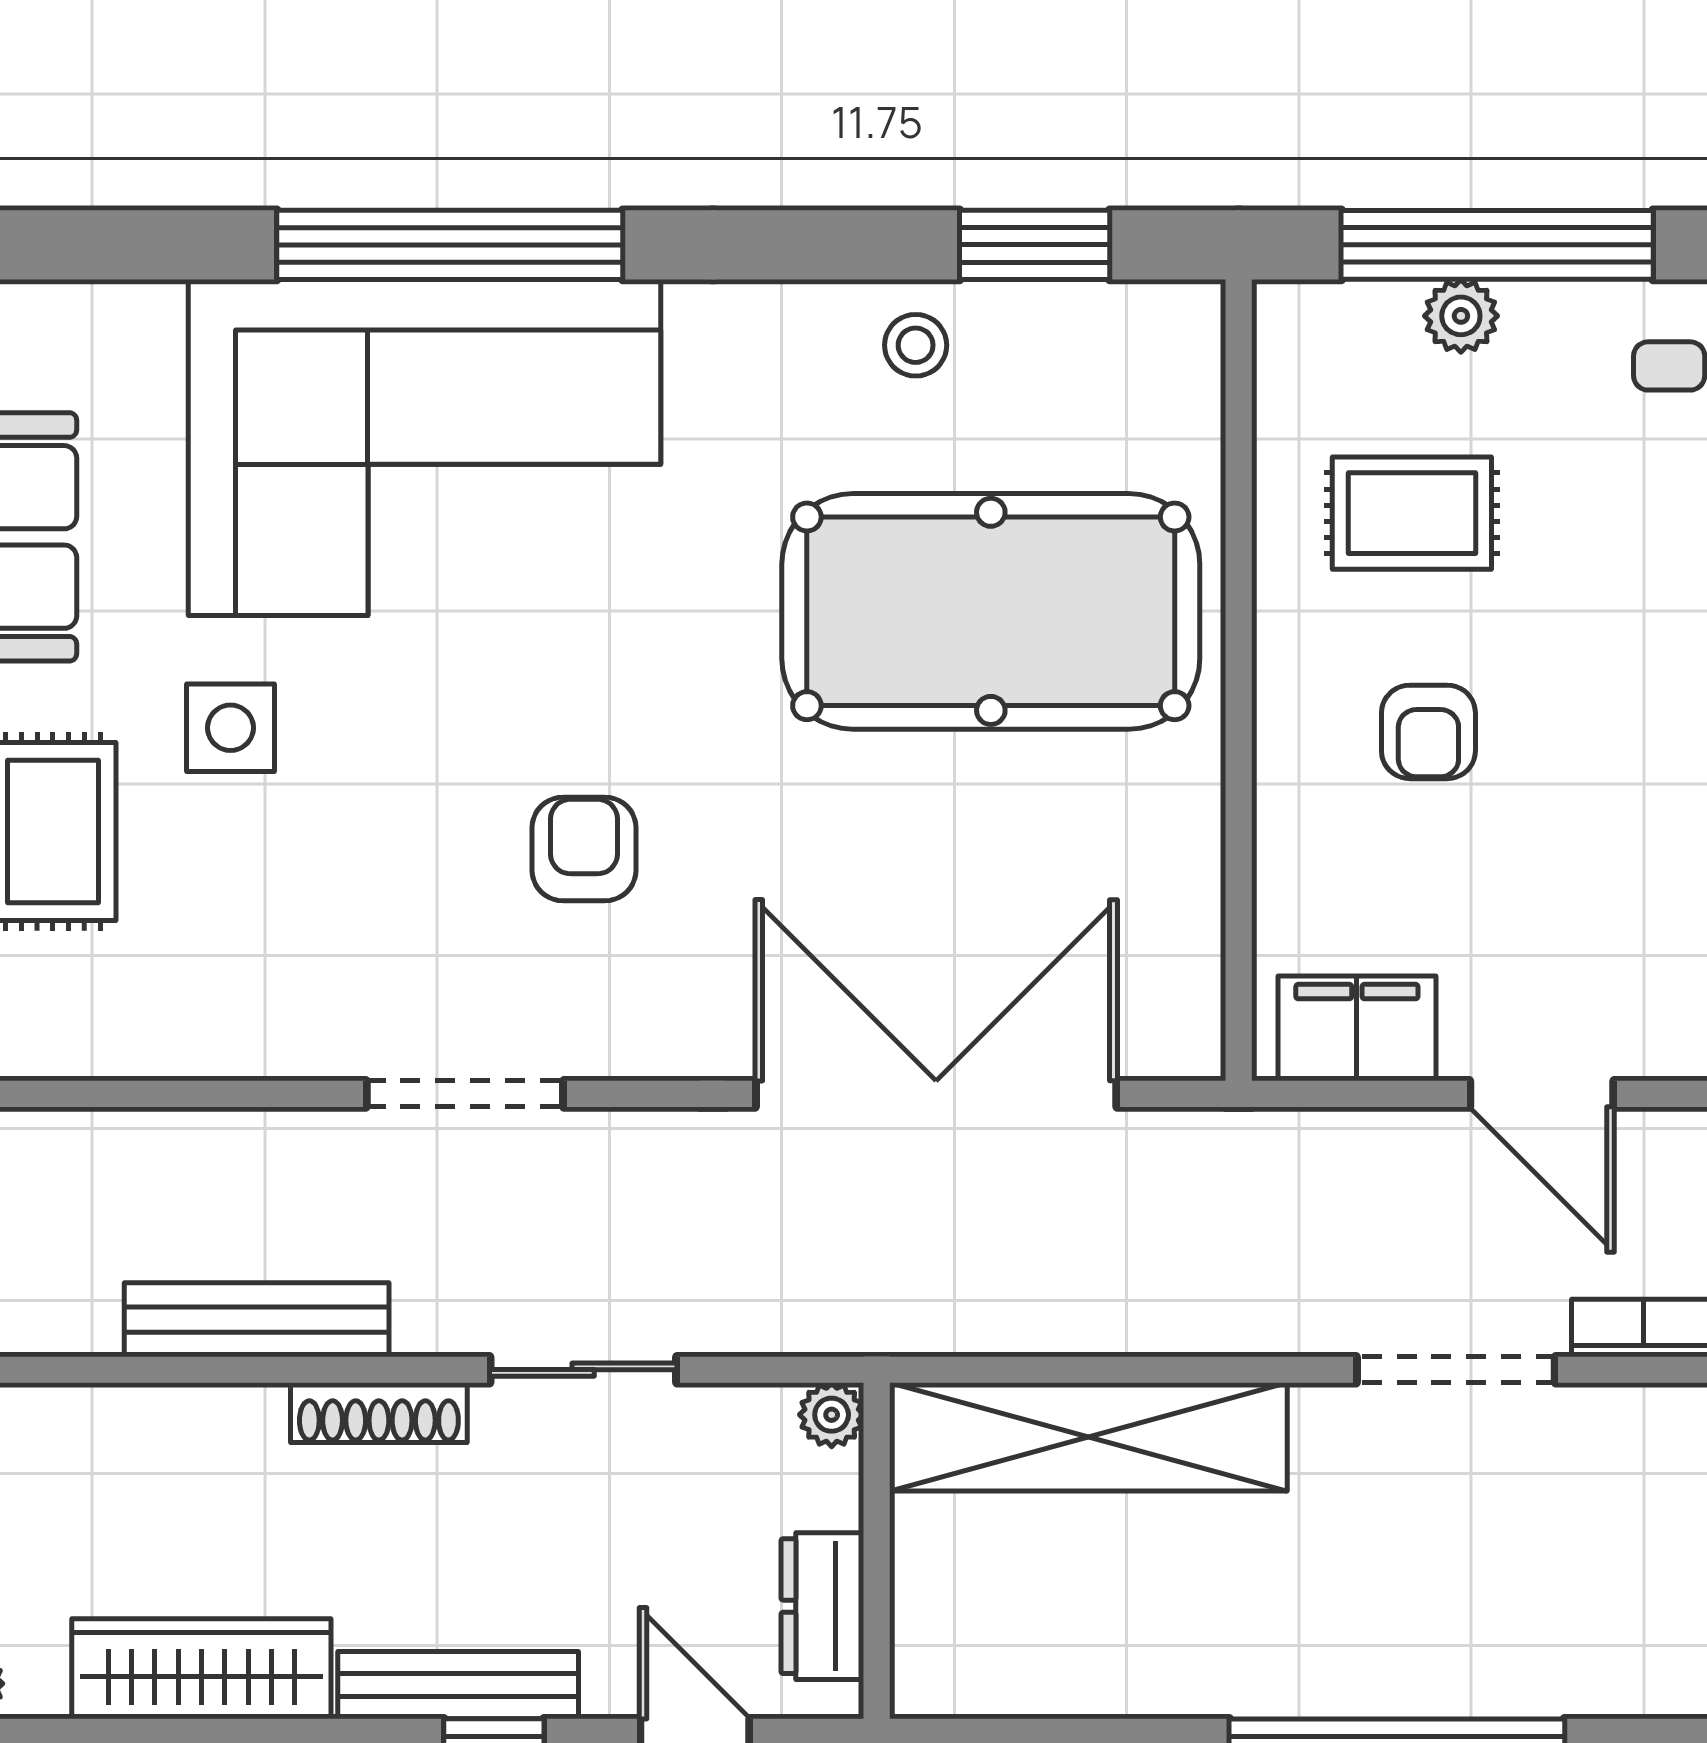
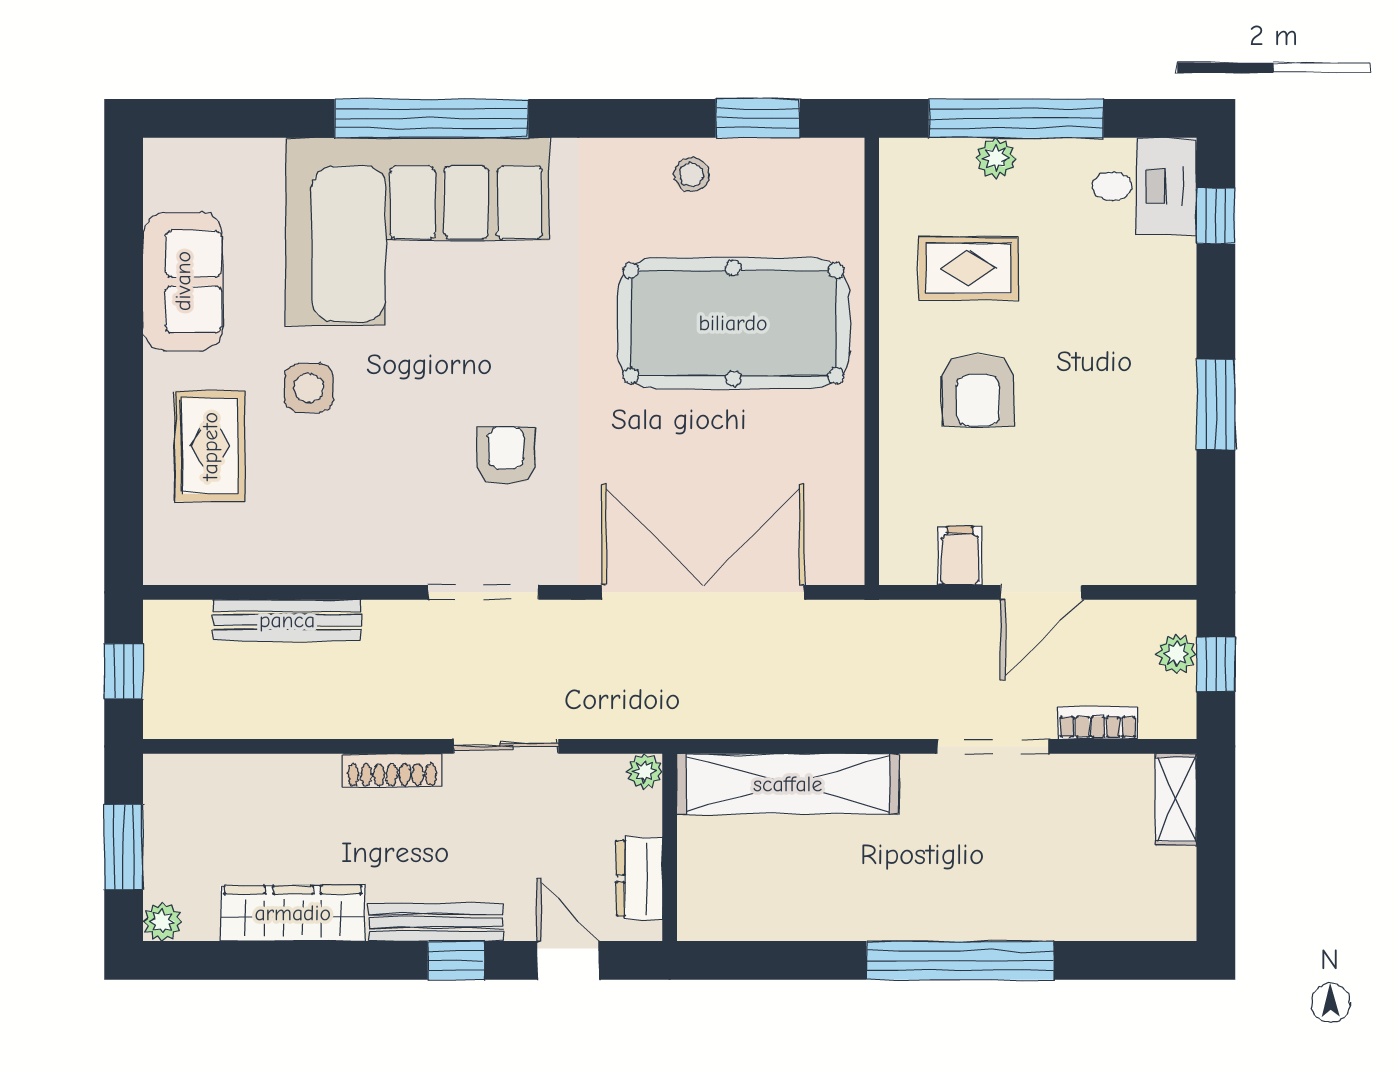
armchair: (1428, 732) -> (978, 390), width x1.38, depth x1.38
filing cabinet: (1357, 1028) -> (960, 556), width x0.50
doorway: (465, 1094) -> (483, 592), moved
door: (1542, 1094) -> (1041, 592), hinge flipped
bench: (257, 1320) -> (287, 620), moved

